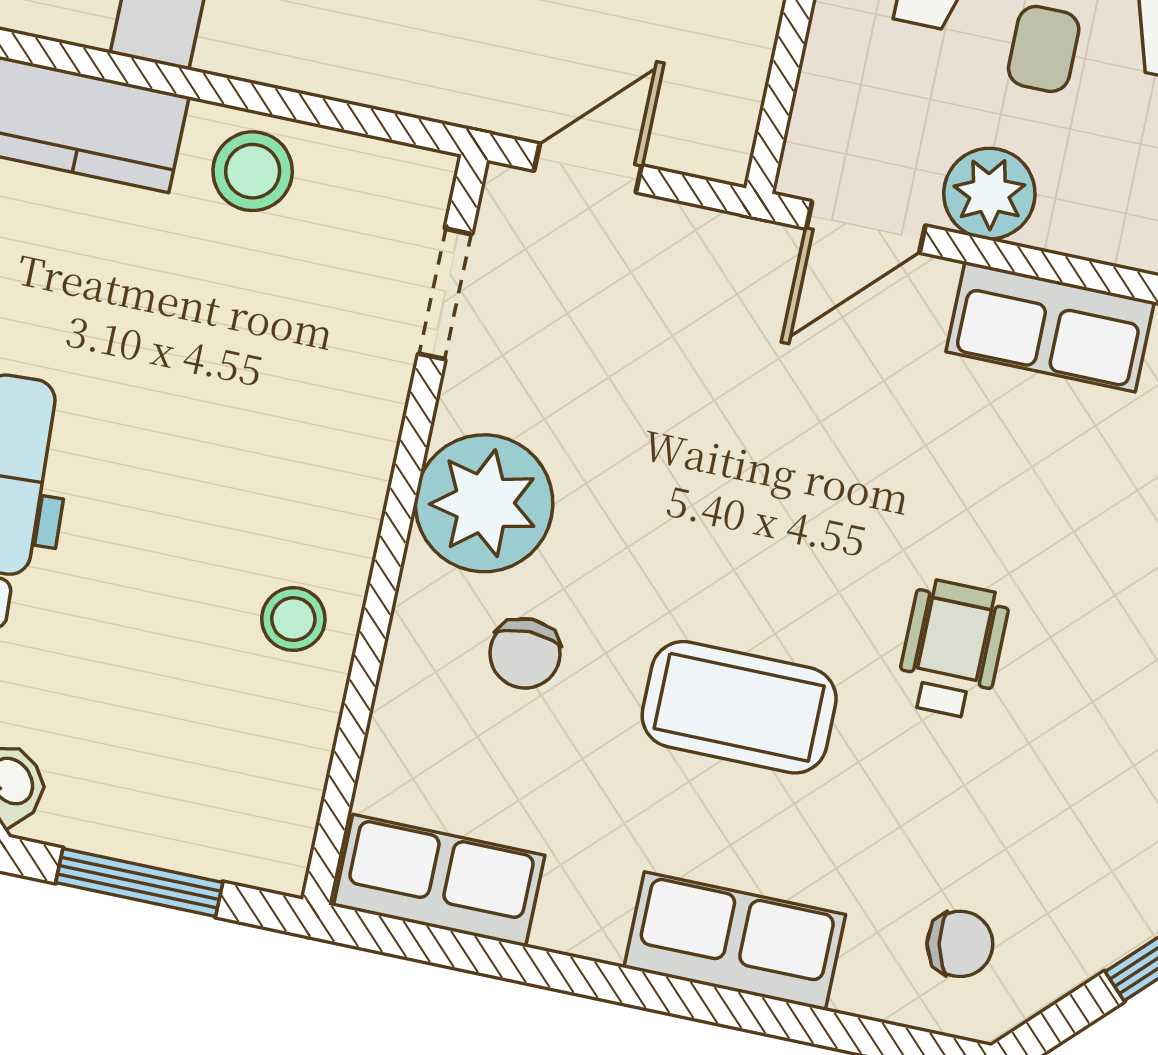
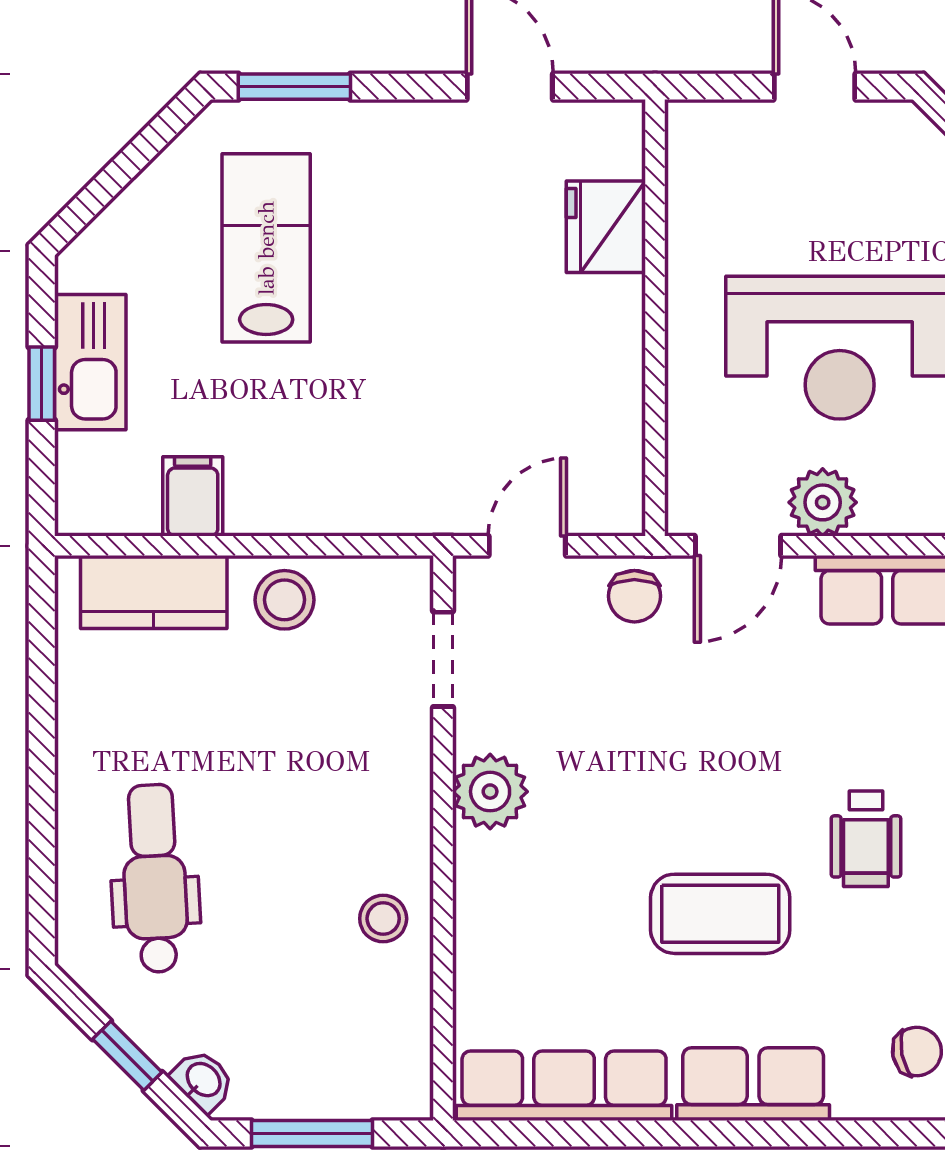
plant: (484, 503) -> (490, 792), width x0.73, depth x0.73
wheelchair: (952, 649) -> (866, 839), turned 180
chair: (525, 653) -> (634, 596), moved
row of seats: (439, 881) -> (564, 1086), width x1.48

